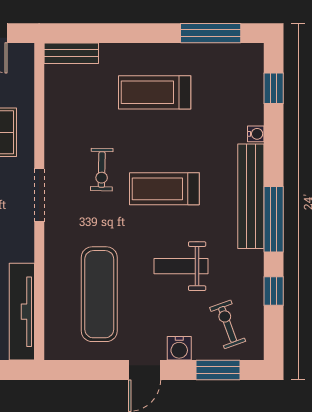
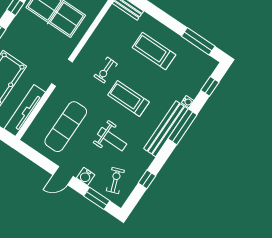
doorway: (39, 195) -> (62, 73), moved
window: (274, 219) -> (183, 127), moved
weight bench: (181, 266) -> (112, 139), turned 180

